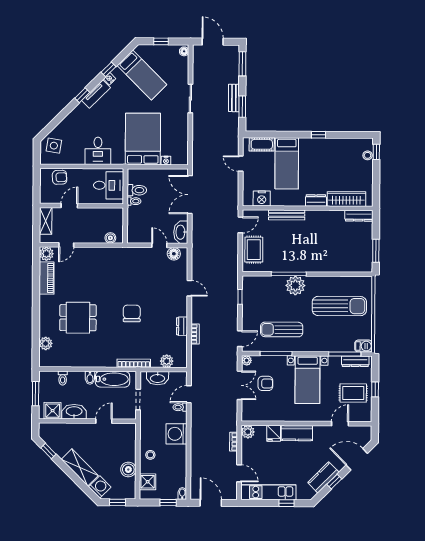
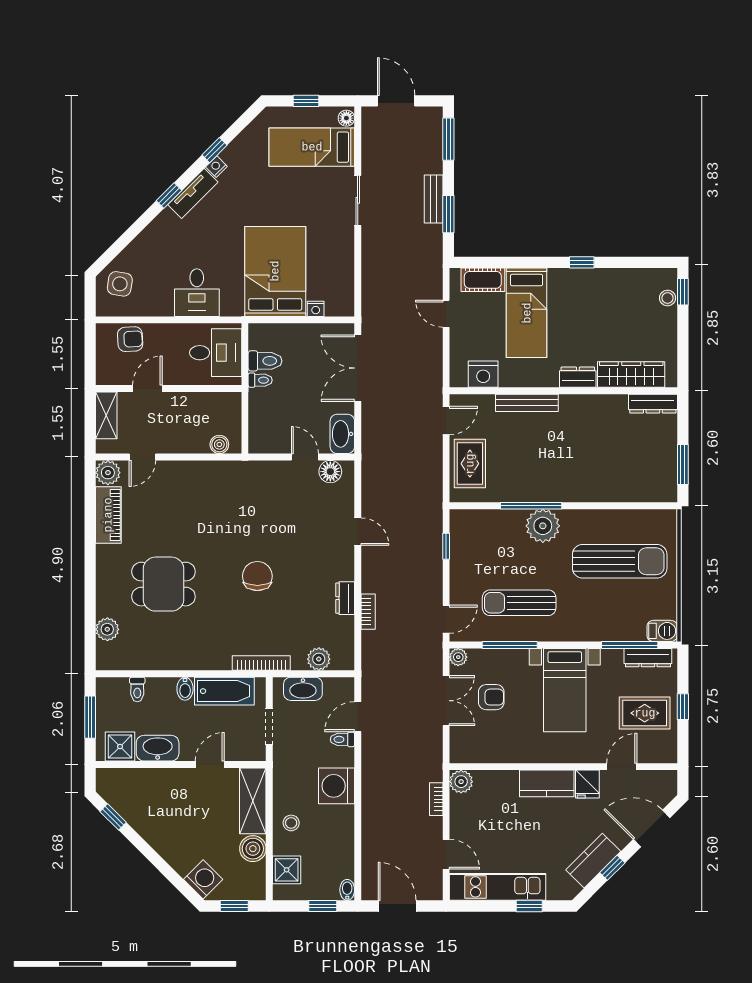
bed: (142, 75) -> (312, 147), moved, turned 135
fridge: (274, 433) -> (587, 784), moved
shelving: (80, 467) -> (253, 801), moved, turned 45

